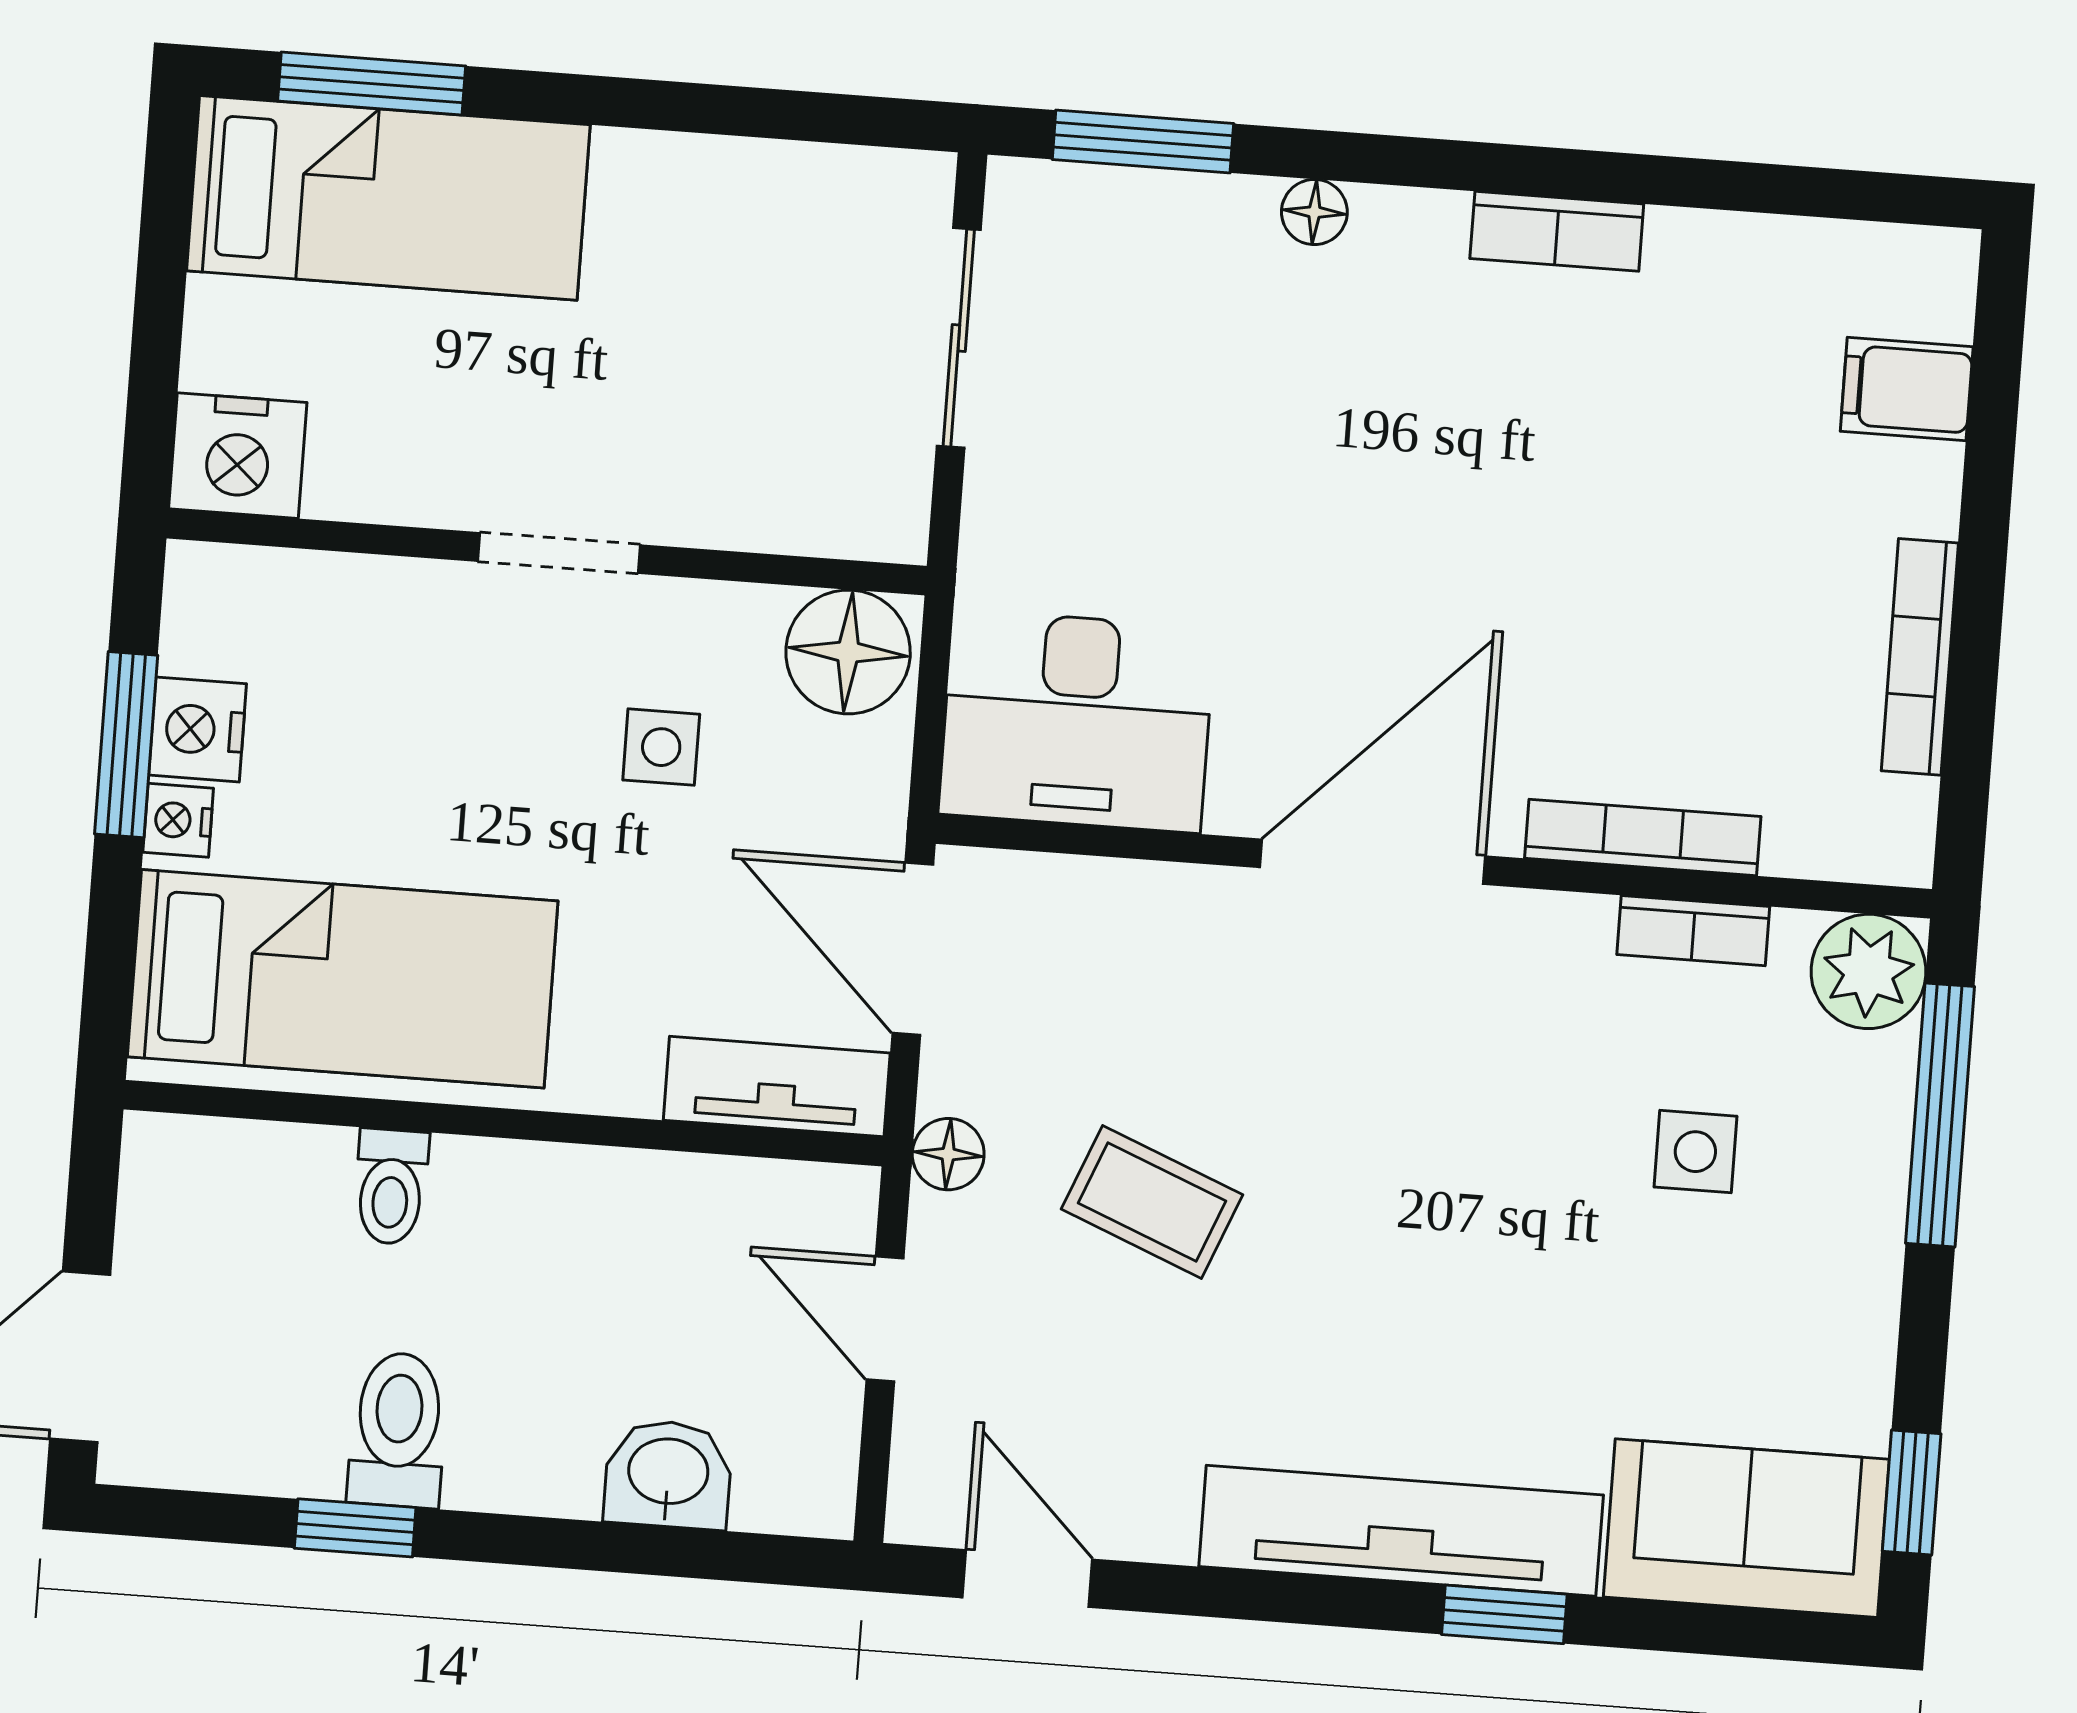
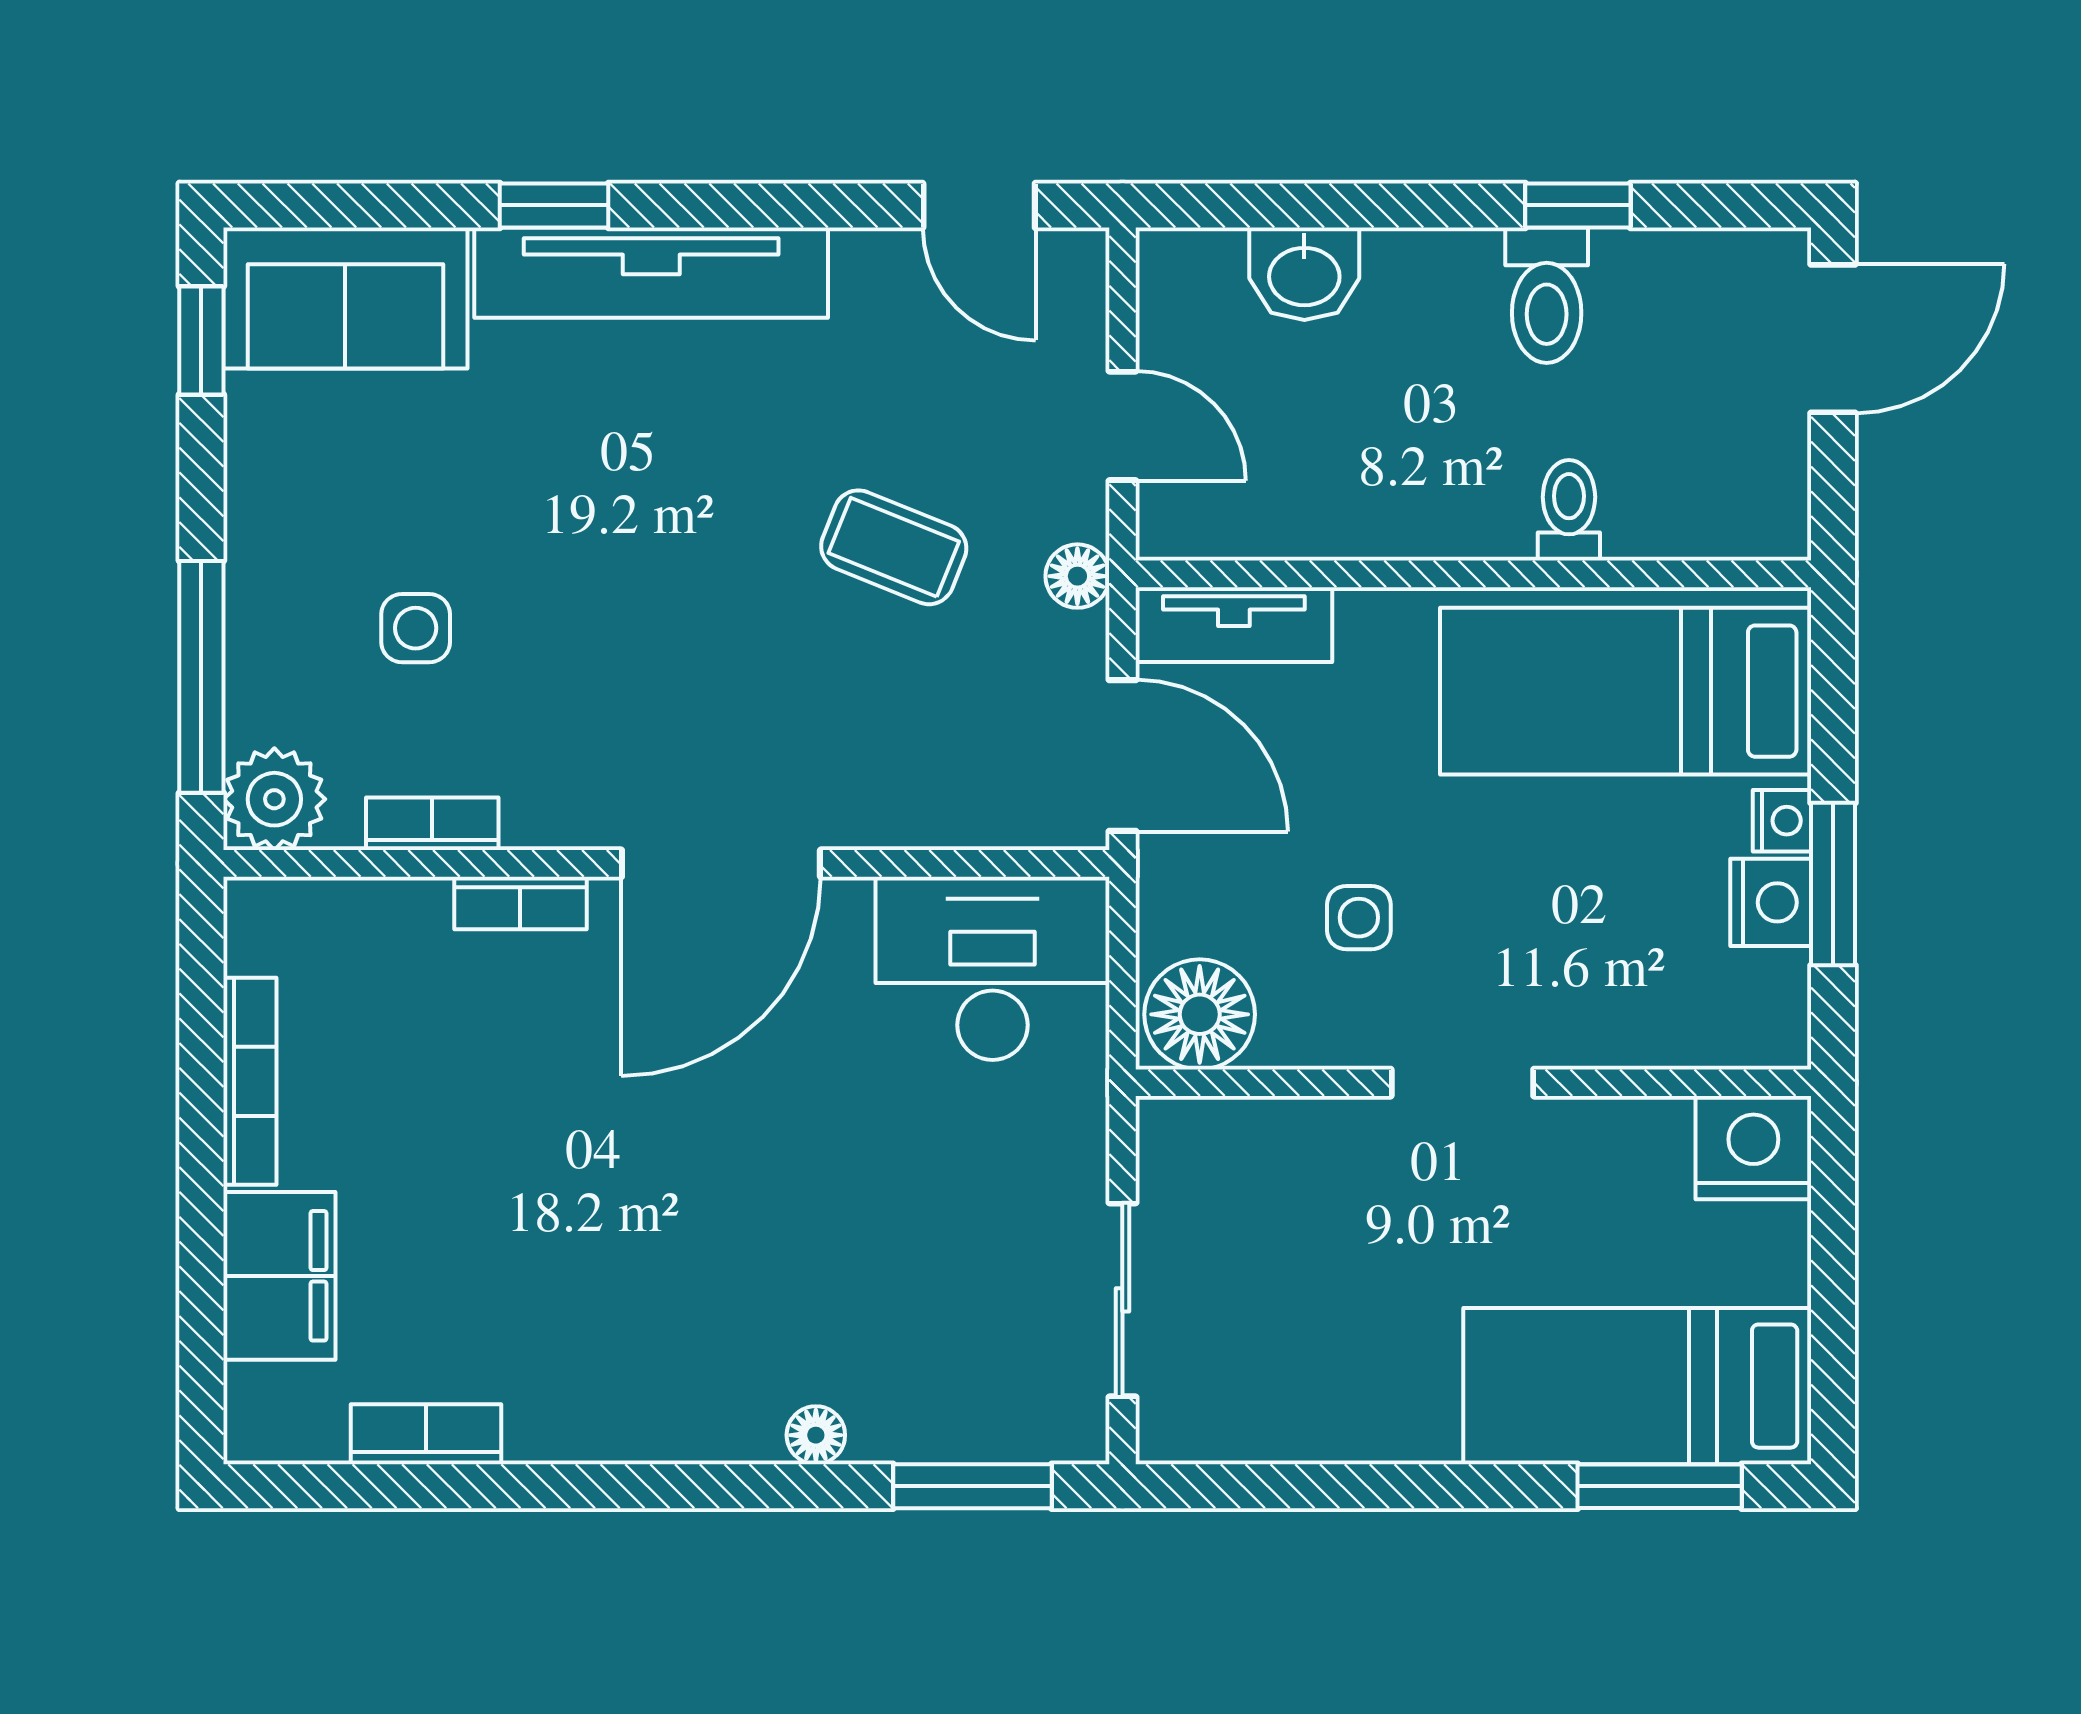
bookcase: (1557, 231) -> (426, 1434), moved
filing cabinet: (1907, 389) -> (279, 1276), width x2.00
bookcase: (1643, 837) -> (520, 903), width x0.64

